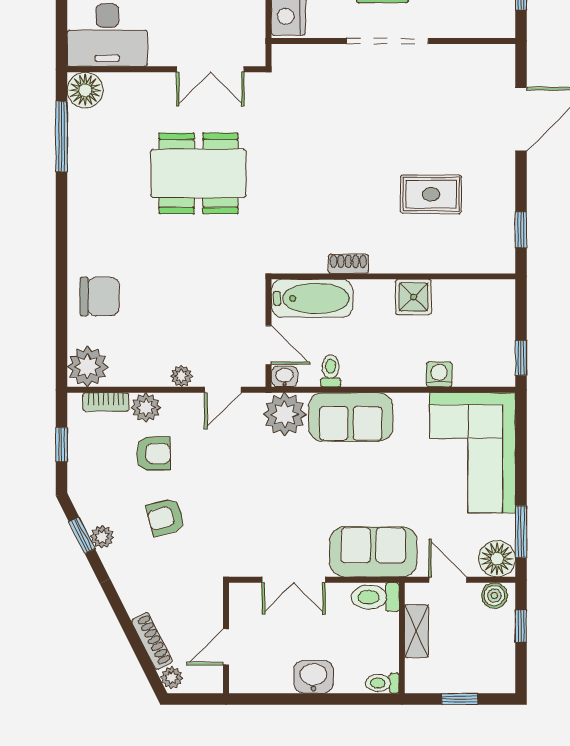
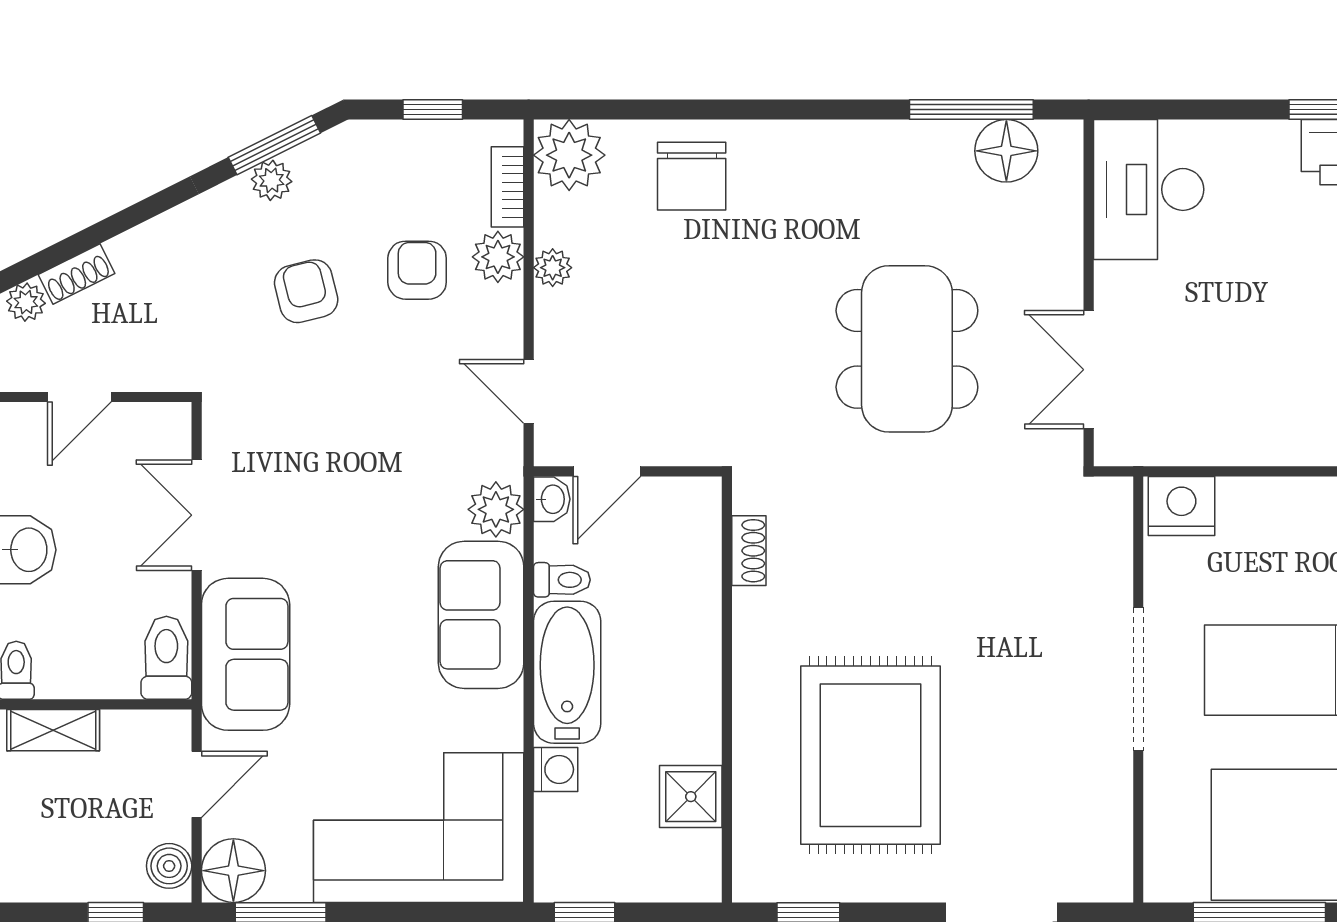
floor lamp: (85, 90) -> (1006, 151), moved
rug: (431, 194) -> (870, 755), width x1.86, depth x2.06
shoe rack: (348, 264) -> (749, 551), moved
shower: (413, 297) -> (691, 797), moved
bathtub: (312, 298) -> (567, 672), moved, turned 180
plant: (181, 376) -> (553, 268), moved
plant: (285, 414) -> (496, 509), width x0.73, depth x0.73
armchair: (153, 454) -> (417, 270), turned 180
window: (82, 535) -> (274, 145), width x1.50
shelving: (417, 631) -> (53, 730), moved
shoe rack: (152, 641) -> (76, 274), width x0.70
door: (226, 647) -> (79, 397), swing flipped

